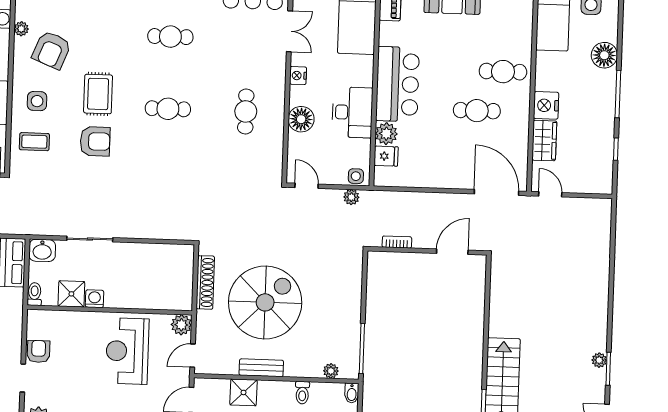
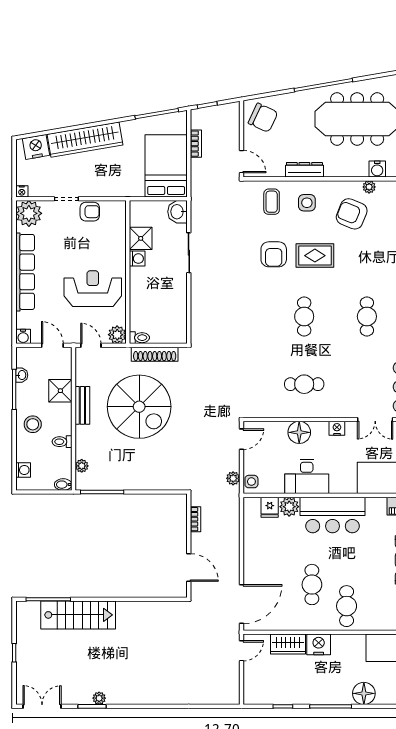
toilet: (35, 294) -> (139, 338), moved

